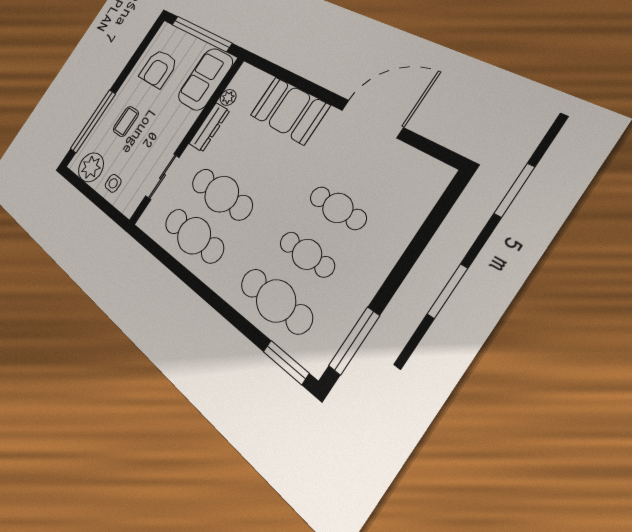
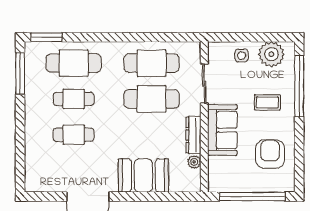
sofa: (205, 79) -> (222, 130), moved
coffee table: (126, 121) -> (267, 102), turned 90

